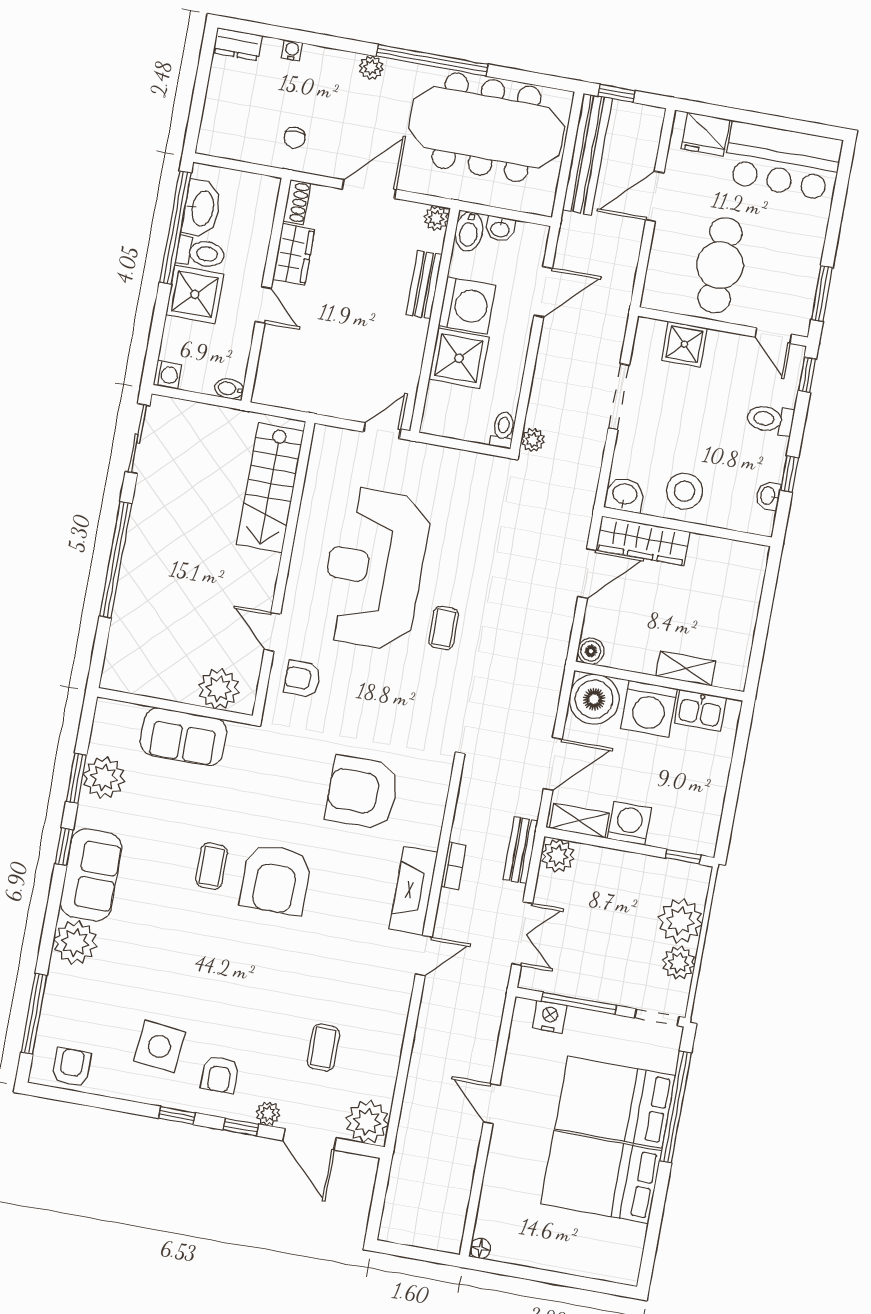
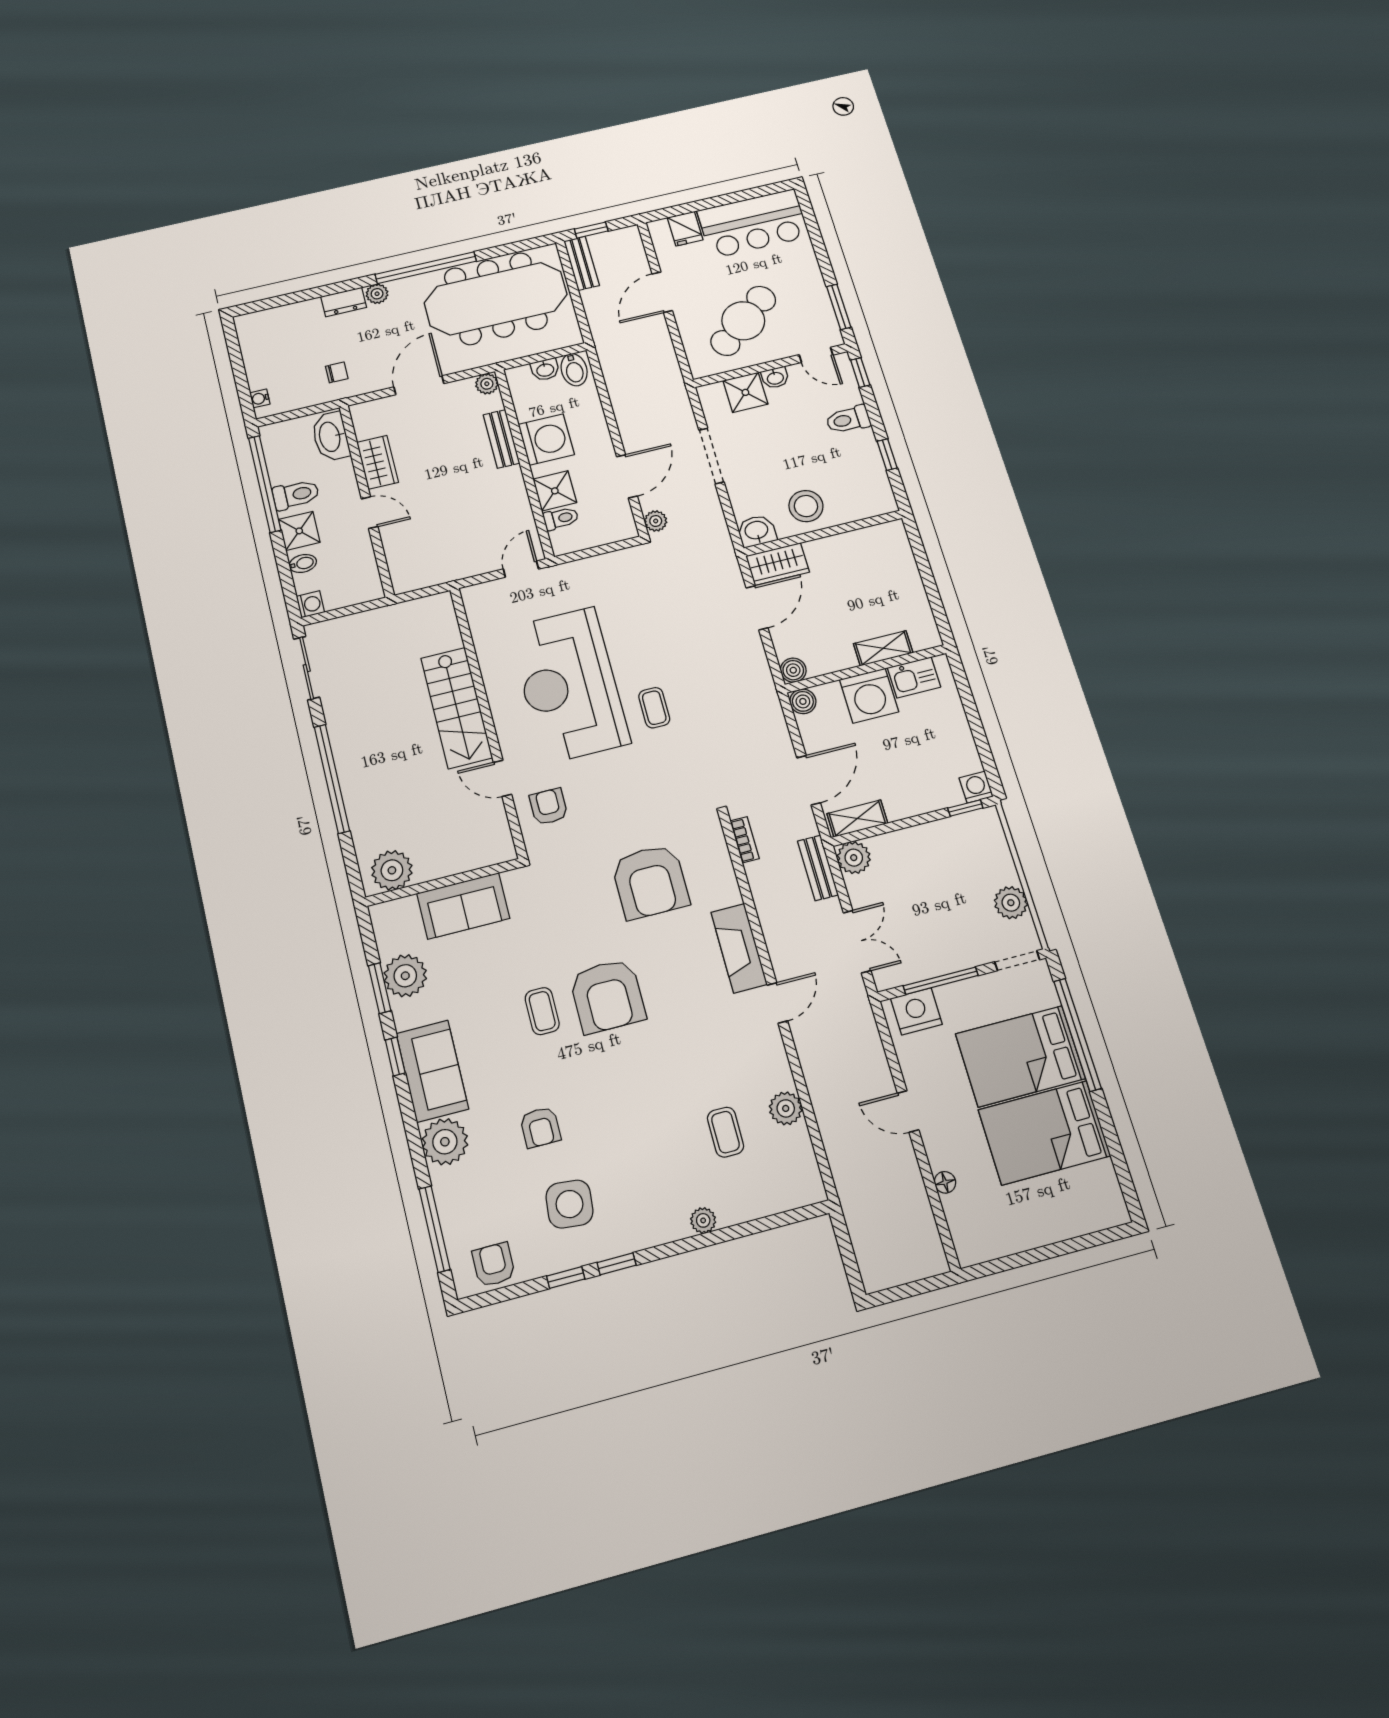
dresser: (238, 44) -> (344, 302), moved
water cooler: (292, 50) -> (260, 398), moved, turned -90
fridge: (706, 134) -> (685, 229), width x0.72
chair: (295, 138) -> (337, 372), turned -90
bench: (587, 154) -> (582, 263), width x0.54, depth x0.82
shoe rack: (297, 202) -> (361, 421), removed
washbasin: (202, 208) -> (331, 437), moved, turned 180
bidet: (469, 231) -> (574, 370), moved
cafe table: (720, 265) -> (743, 321), turned 51
door: (543, 292) -> (627, 476), moved
shower: (195, 294) -> (299, 531), width x0.73, depth x0.73
shower: (459, 358) -> (555, 491), width x0.73, depth x0.73
bidet: (229, 389) -> (303, 563), moved, turned 180
toilet: (503, 430) -> (561, 518), moved, turned 90
stairs: (270, 488) -> (457, 708), moved
washbasin: (768, 496) -> (775, 378), moved, turned -90
wardrobe: (643, 541) -> (778, 564), width x0.67
armchair: (302, 679) -> (549, 807), turned 90
plant: (219, 689) -> (392, 870), moved
boiler: (594, 699) -> (803, 701), width x0.54, depth x0.54
armchair: (362, 792) -> (650, 882), turned -90
washing machine: (629, 823) -> (976, 787), moved, width x0.73, depth x0.73
bookcase: (454, 866) -> (745, 840), moved
plant: (680, 921) -> (993, 865), removed
nightstand: (550, 1017) -> (916, 1011), width x1.36, depth x1.33
armchair: (220, 1074) -> (540, 1127), moved
plant: (367, 1122) -> (786, 1108), moved, width x0.73, depth x0.73
window: (241, 1127) -> (566, 1277), moved
door: (309, 1139) -> (754, 1227), removed
floor lamp: (480, 1248) -> (945, 1182), moved

